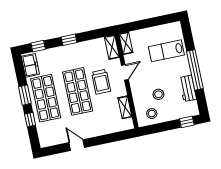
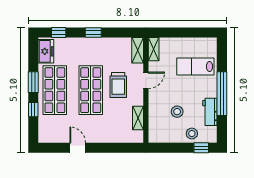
stool: (152, 114) -> (192, 134), moved

